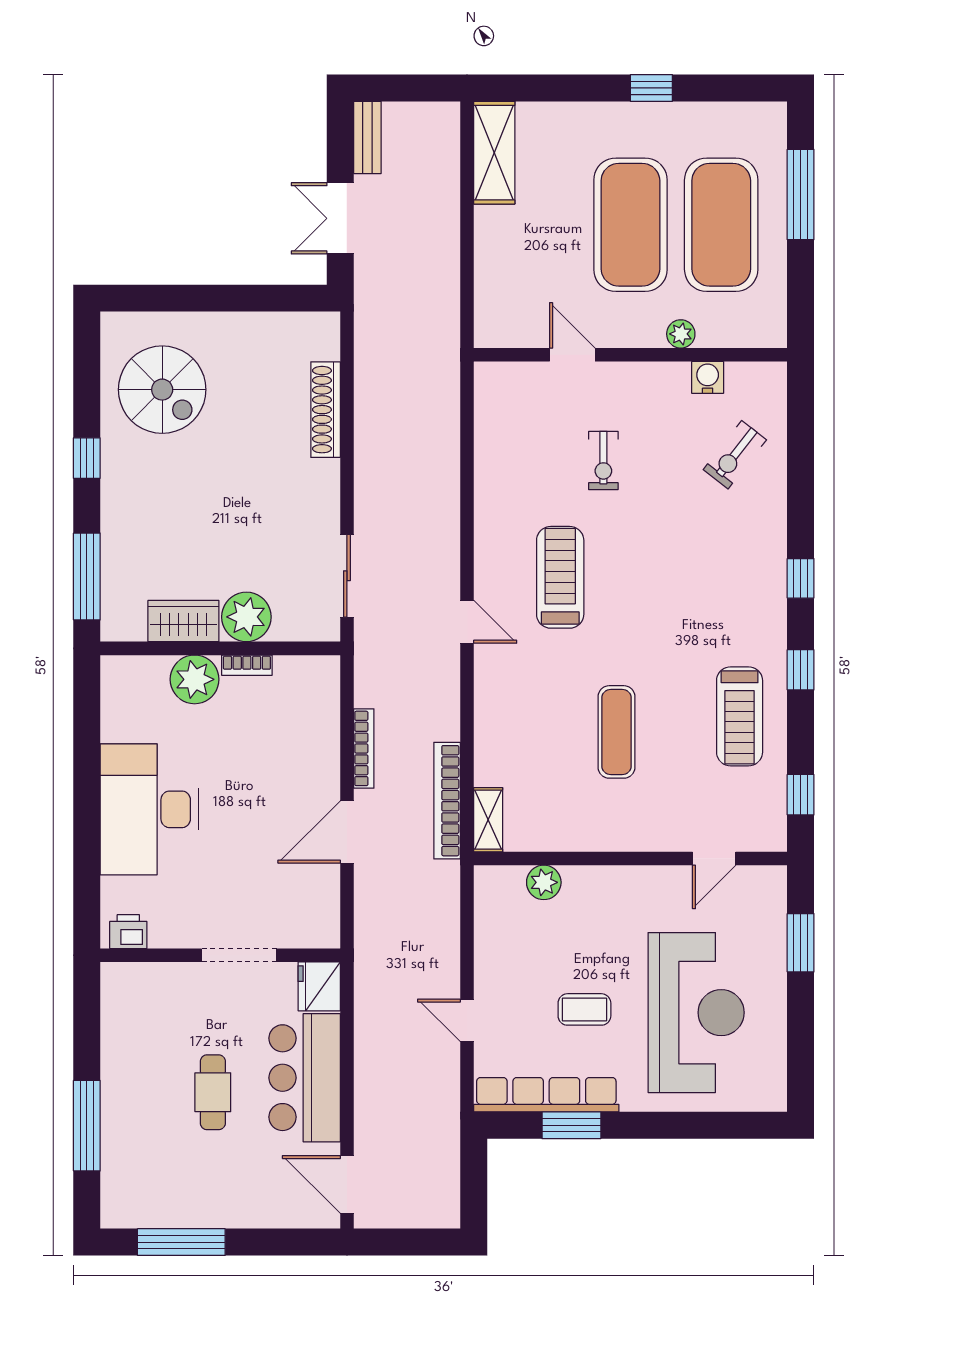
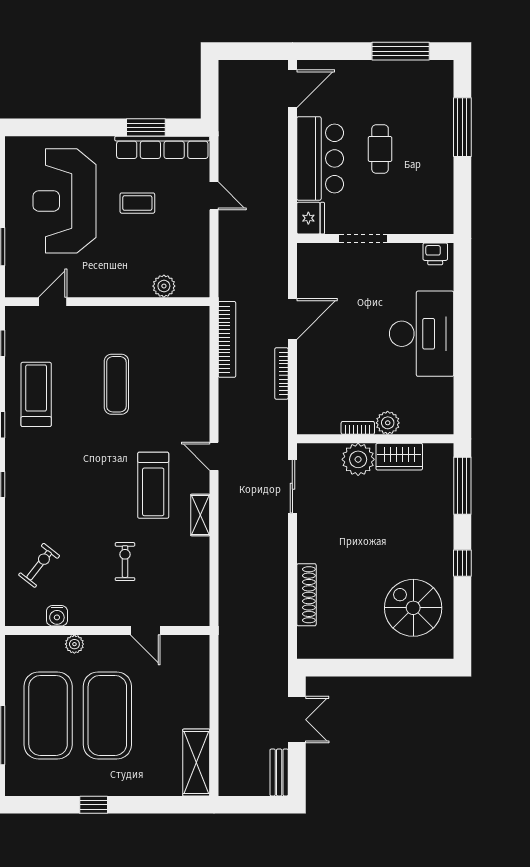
plant: (195, 679) -> (388, 423), width x0.73, depth x0.73
shelving: (488, 820) -> (200, 515), moved
door: (347, 1184) -> (292, 89), hinge flipped

